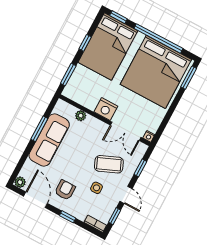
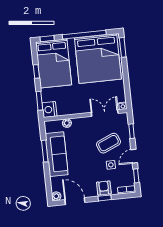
nightstand: (106, 109) -> (49, 110), moved, turned 90
double door: (126, 131) -> (105, 113), swing flipped
armchair: (65, 190) -> (104, 188), moved
door: (126, 195) -> (134, 156), swing flipped

